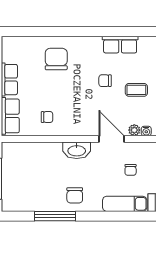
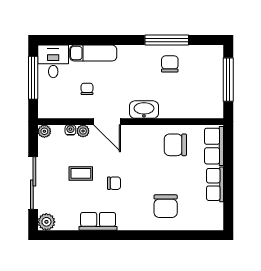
chair: (47, 117) -> (175, 145), width x1.87, depth x1.87
chair: (75, 195) -> (170, 64), moved

